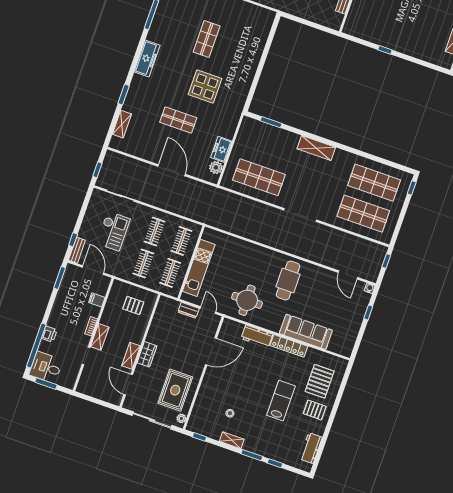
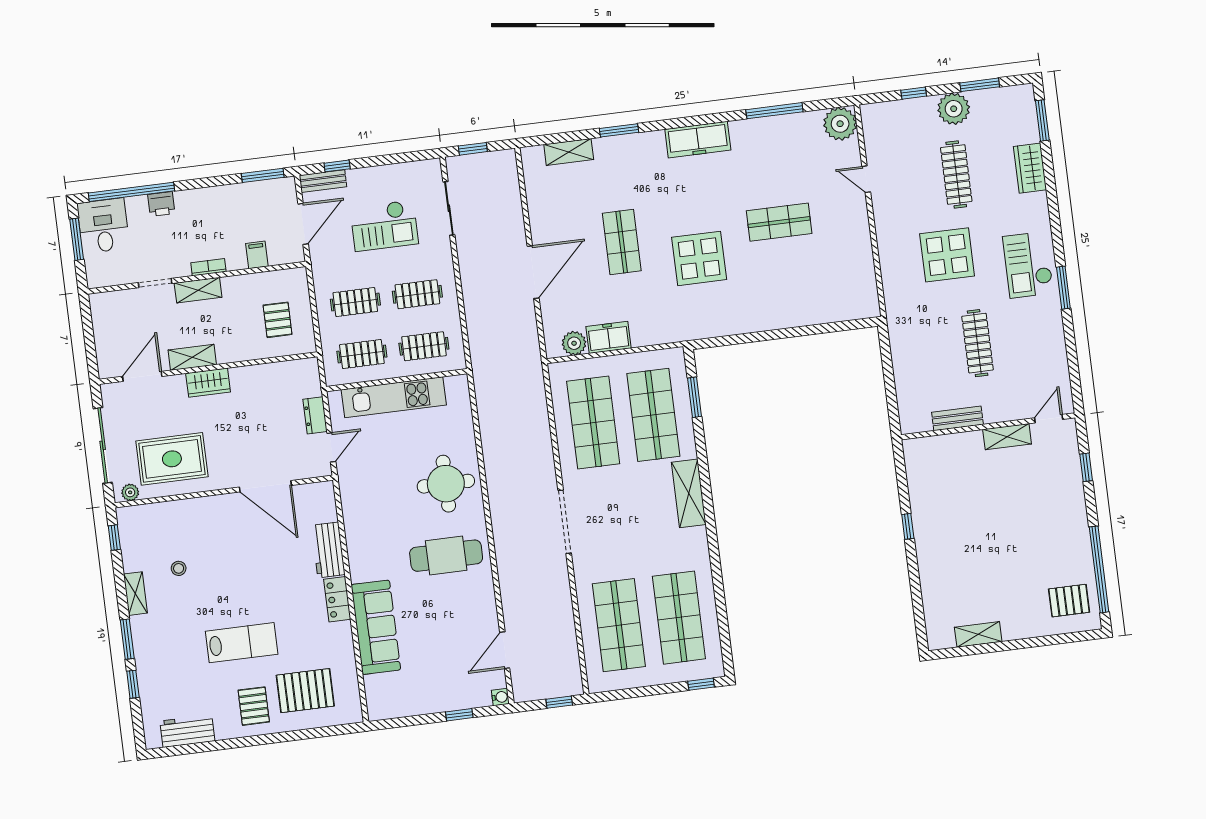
shop shelf: (270, 146) -> (653, 415), added
round table: (247, 300) -> (446, 484), moved
locker: (289, 346) -> (337, 599), width x0.66

